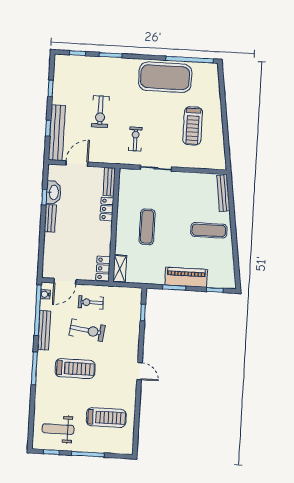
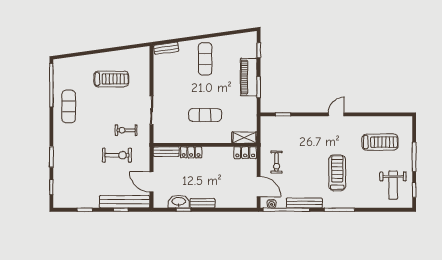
exercise mat: (165, 77) -> (69, 106), width x0.50, depth x0.69
exercise bike: (100, 112) -> (117, 155), moved
bench: (223, 193) -> (166, 48), width x0.73
exercise bike: (87, 330) -> (302, 164), removed
treadmill: (106, 418) -> (380, 142), turned 90

